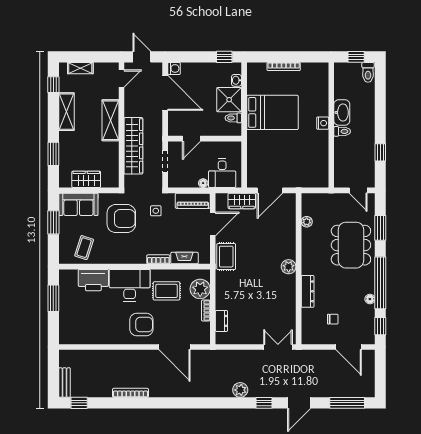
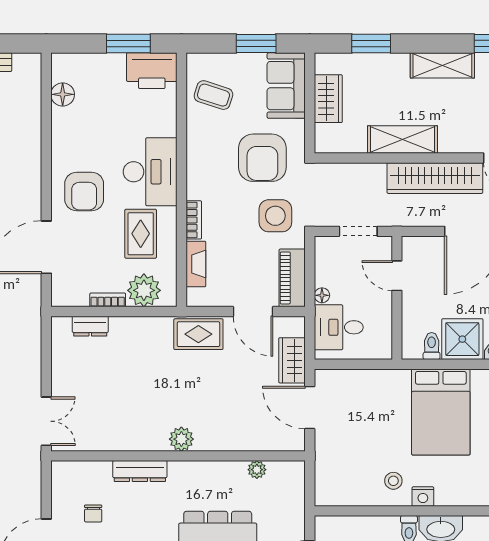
shelving: (110, 120) -> (403, 140), moved
stool: (313, 141) -> (393, 481), added
wardrobe: (133, 146) -> (435, 178), moved
side table: (156, 211) -> (275, 216), width x1.87, depth x1.87
printer: (93, 280) -> (152, 71), moved, turned -90
floor lamp: (84, 337) -> (63, 94), added

